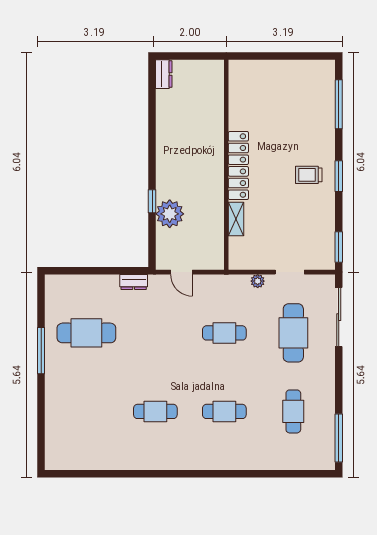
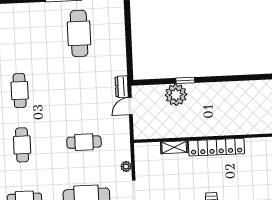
dresser: (134, 282) -> (122, 87), moved
cafe table: (224, 333) -> (84, 142), turned 90

